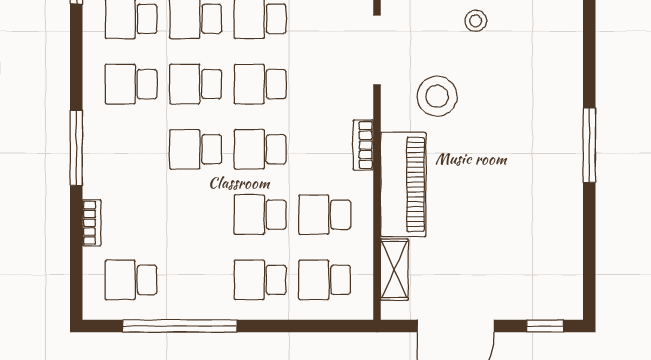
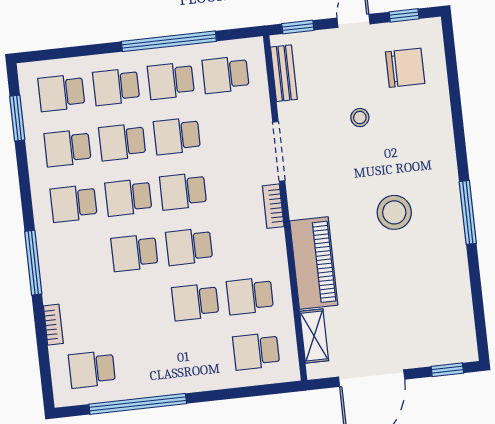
stool: (437, 96) -> (394, 212), moved
bookcase: (363, 145) -> (273, 206), moved
school desk: (260, 280) -> (201, 357), removed

